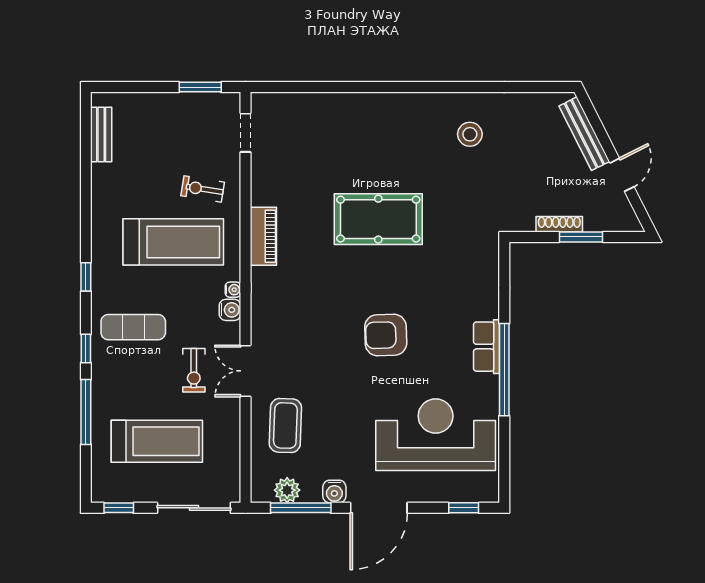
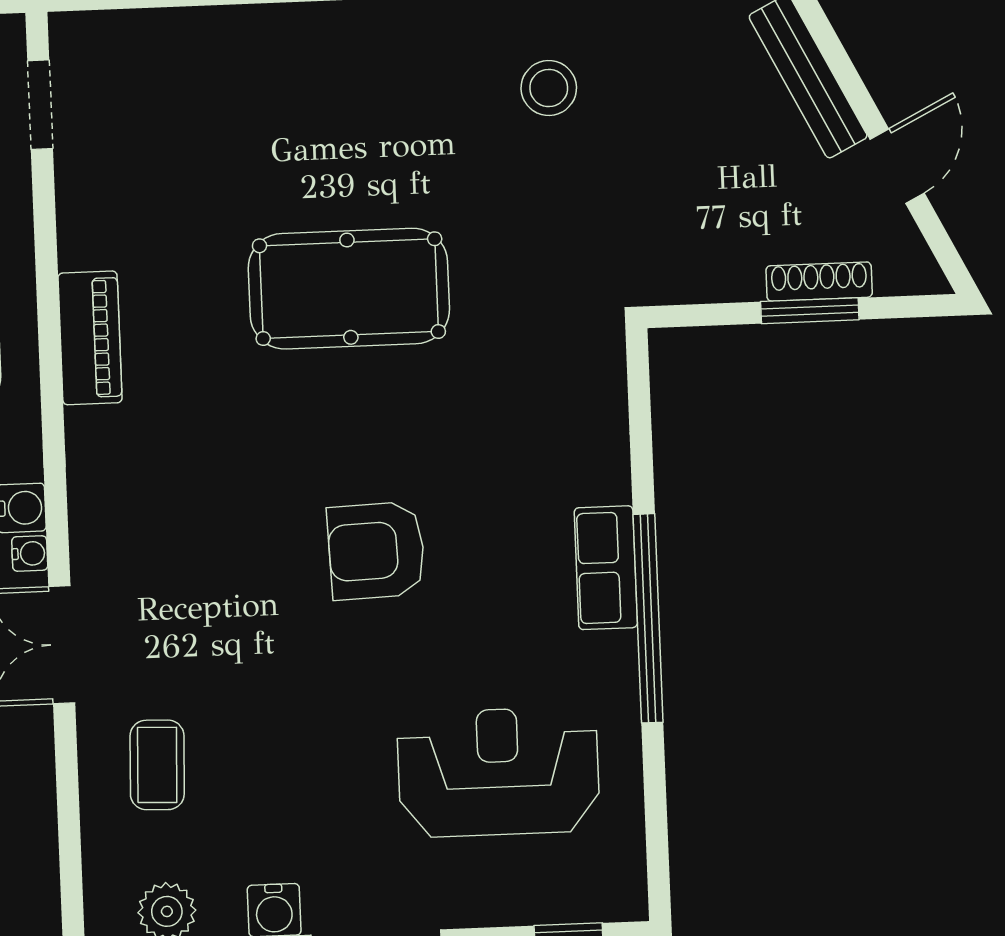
shoe rack: (559, 224) -> (819, 282), moved
water cooler: (233, 290) -> (30, 553), moved
coffee table: (285, 426) -> (157, 765), width x0.73, depth x0.77
reception desk: (436, 435) -> (498, 772), width x0.74, depth x0.77

